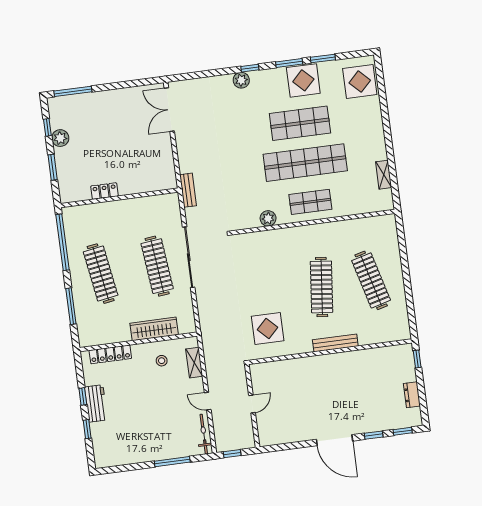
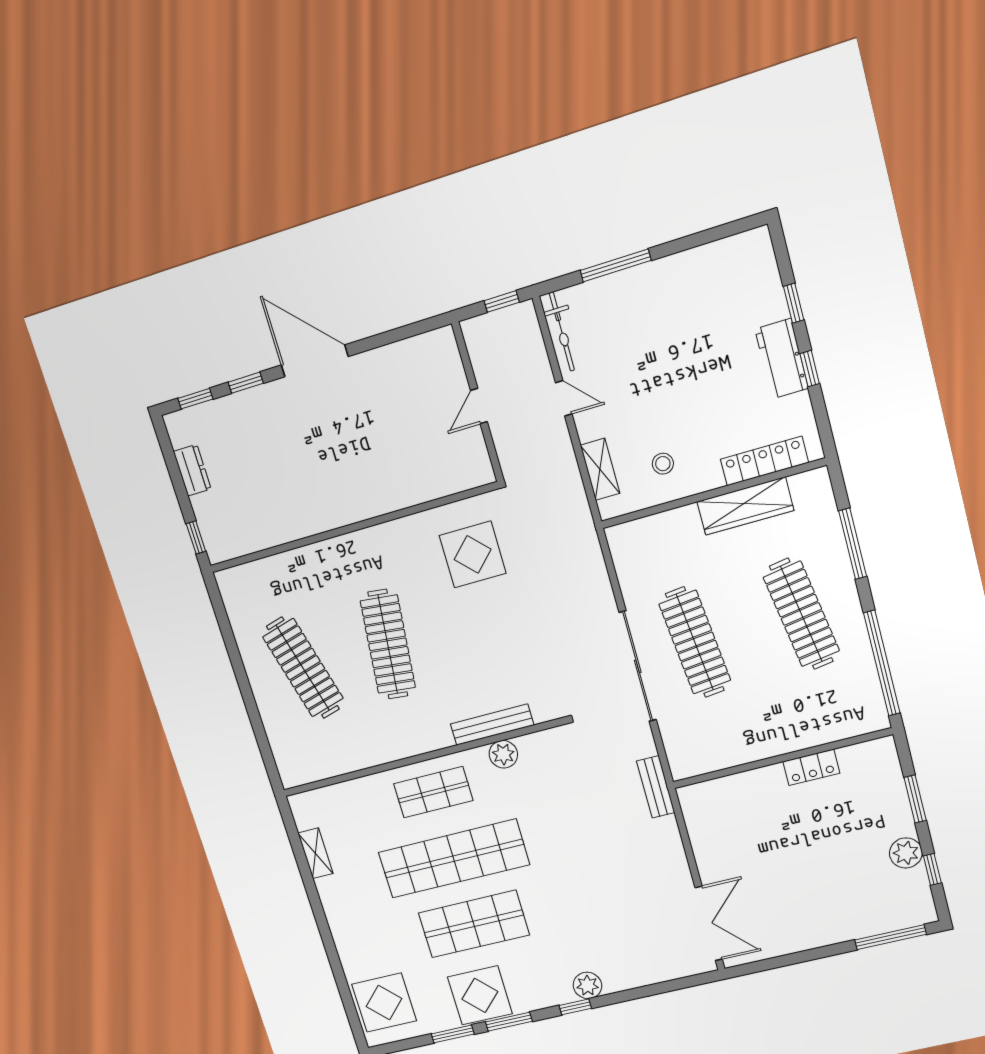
wardrobe: (154, 329) -> (745, 506), moved
bench: (335, 343) -> (492, 725), moved

